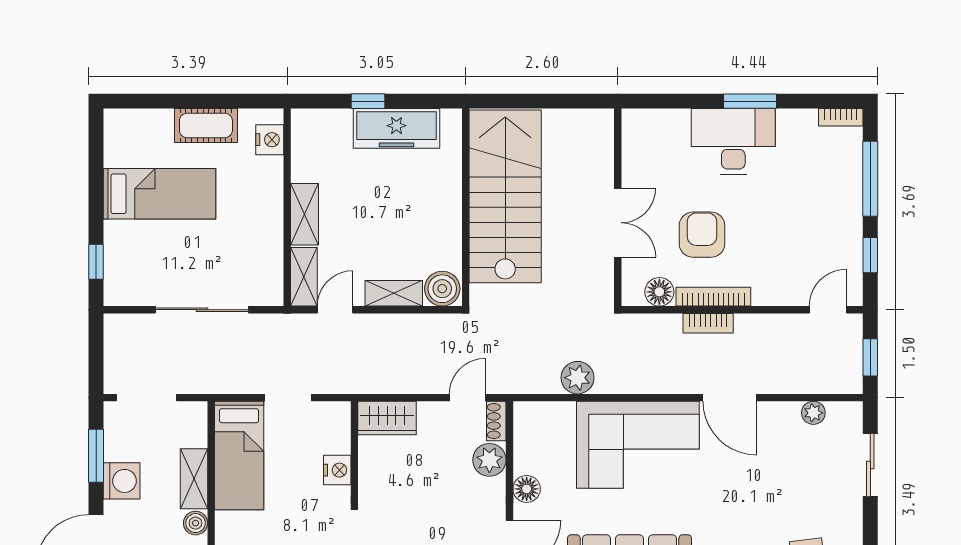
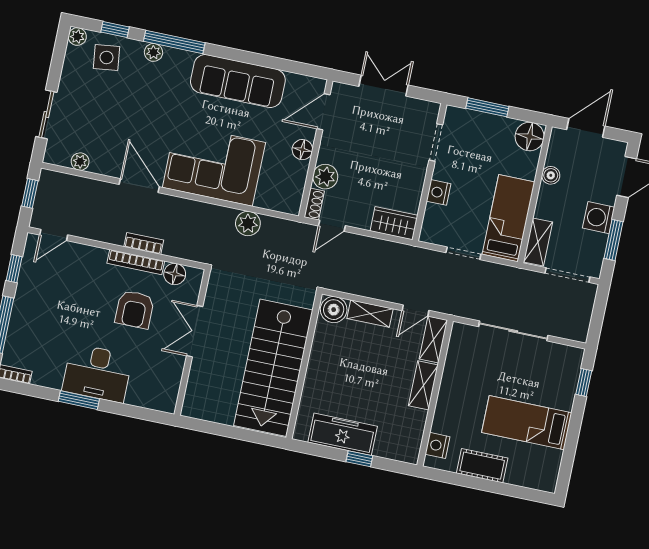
shelving: (194, 479) -> (538, 242), moved

